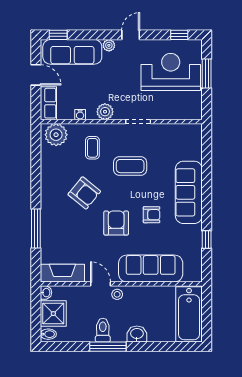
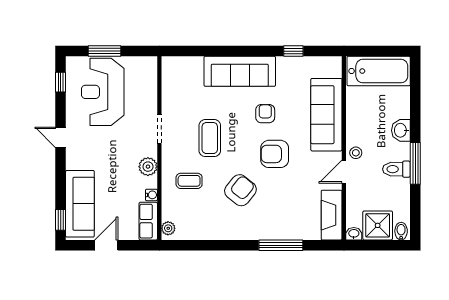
plant: (109, 45) -> (73, 162), removed
row of seats: (48, 103) -> (148, 221), moved, turned -90
plant: (56, 135) -> (168, 228), width x0.53, depth x0.53

